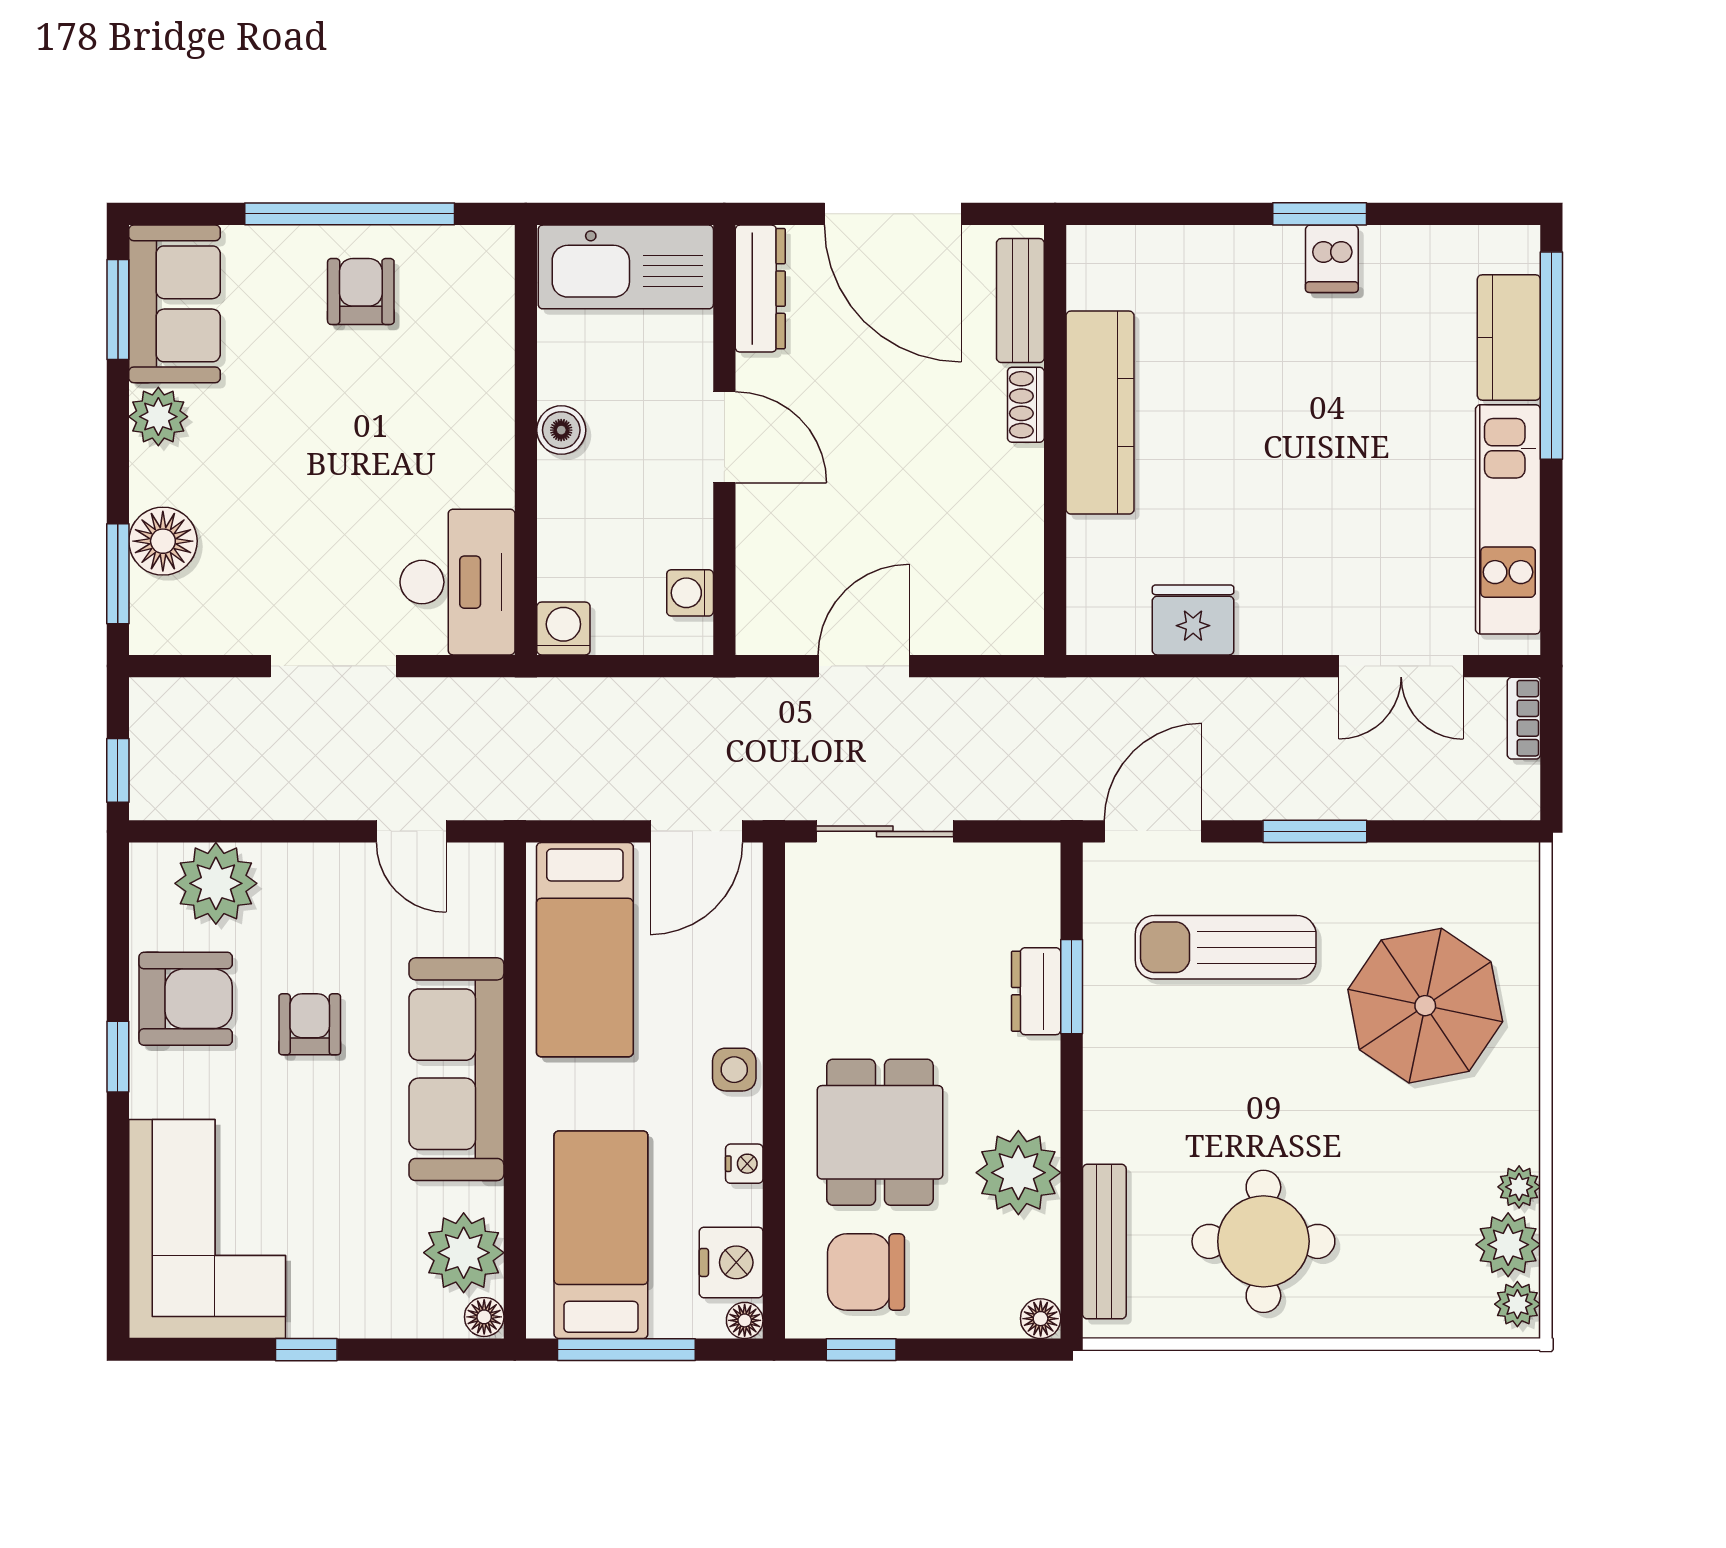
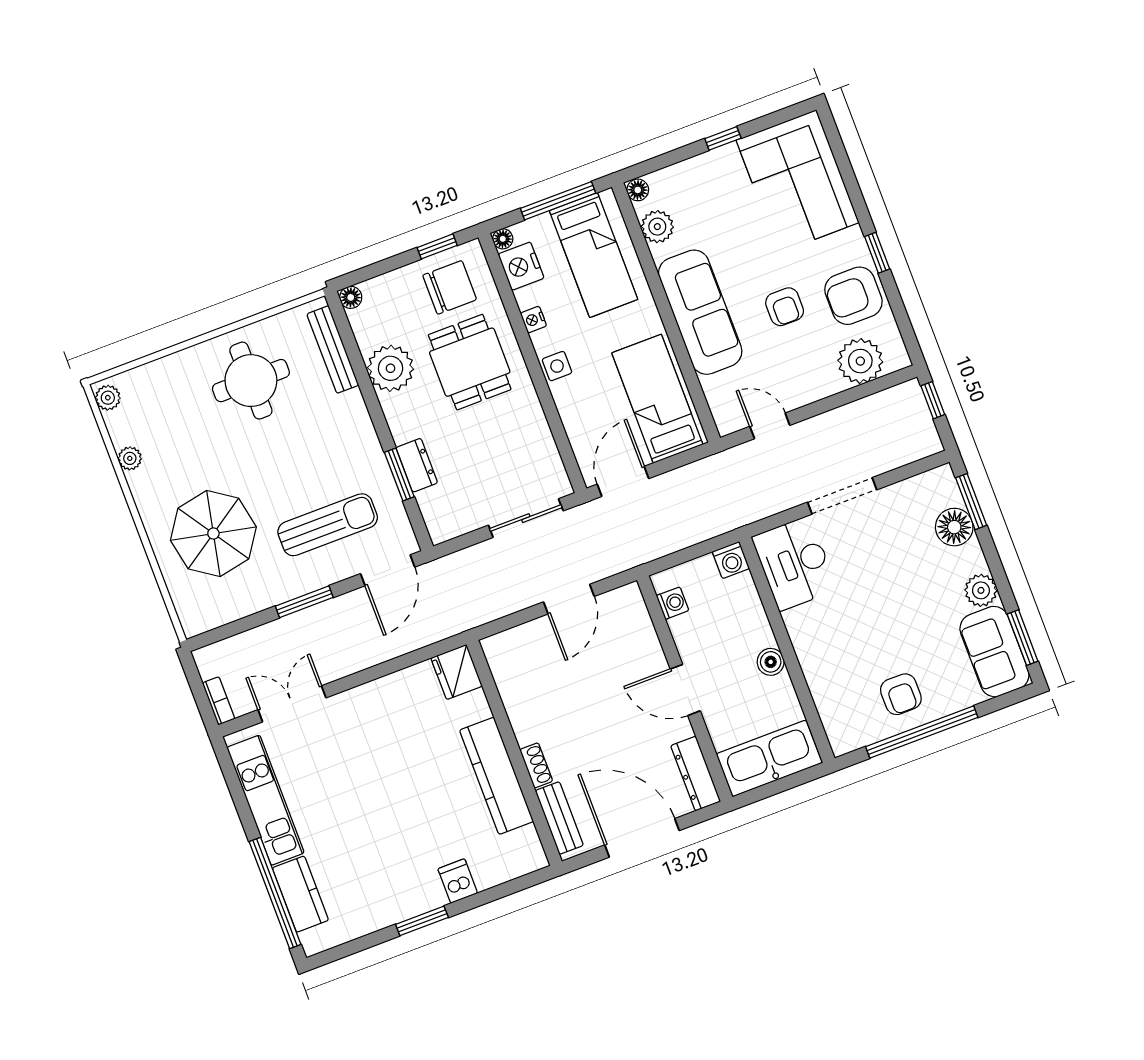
dishwasher: (1332, 259) -> (458, 881), moved
fridge: (1193, 620) -> (457, 672), moved, turned 90
plant: (1508, 1245) -> (124, 426), removed
plant: (464, 1253) -> (657, 227), width x0.73, depth x0.73

